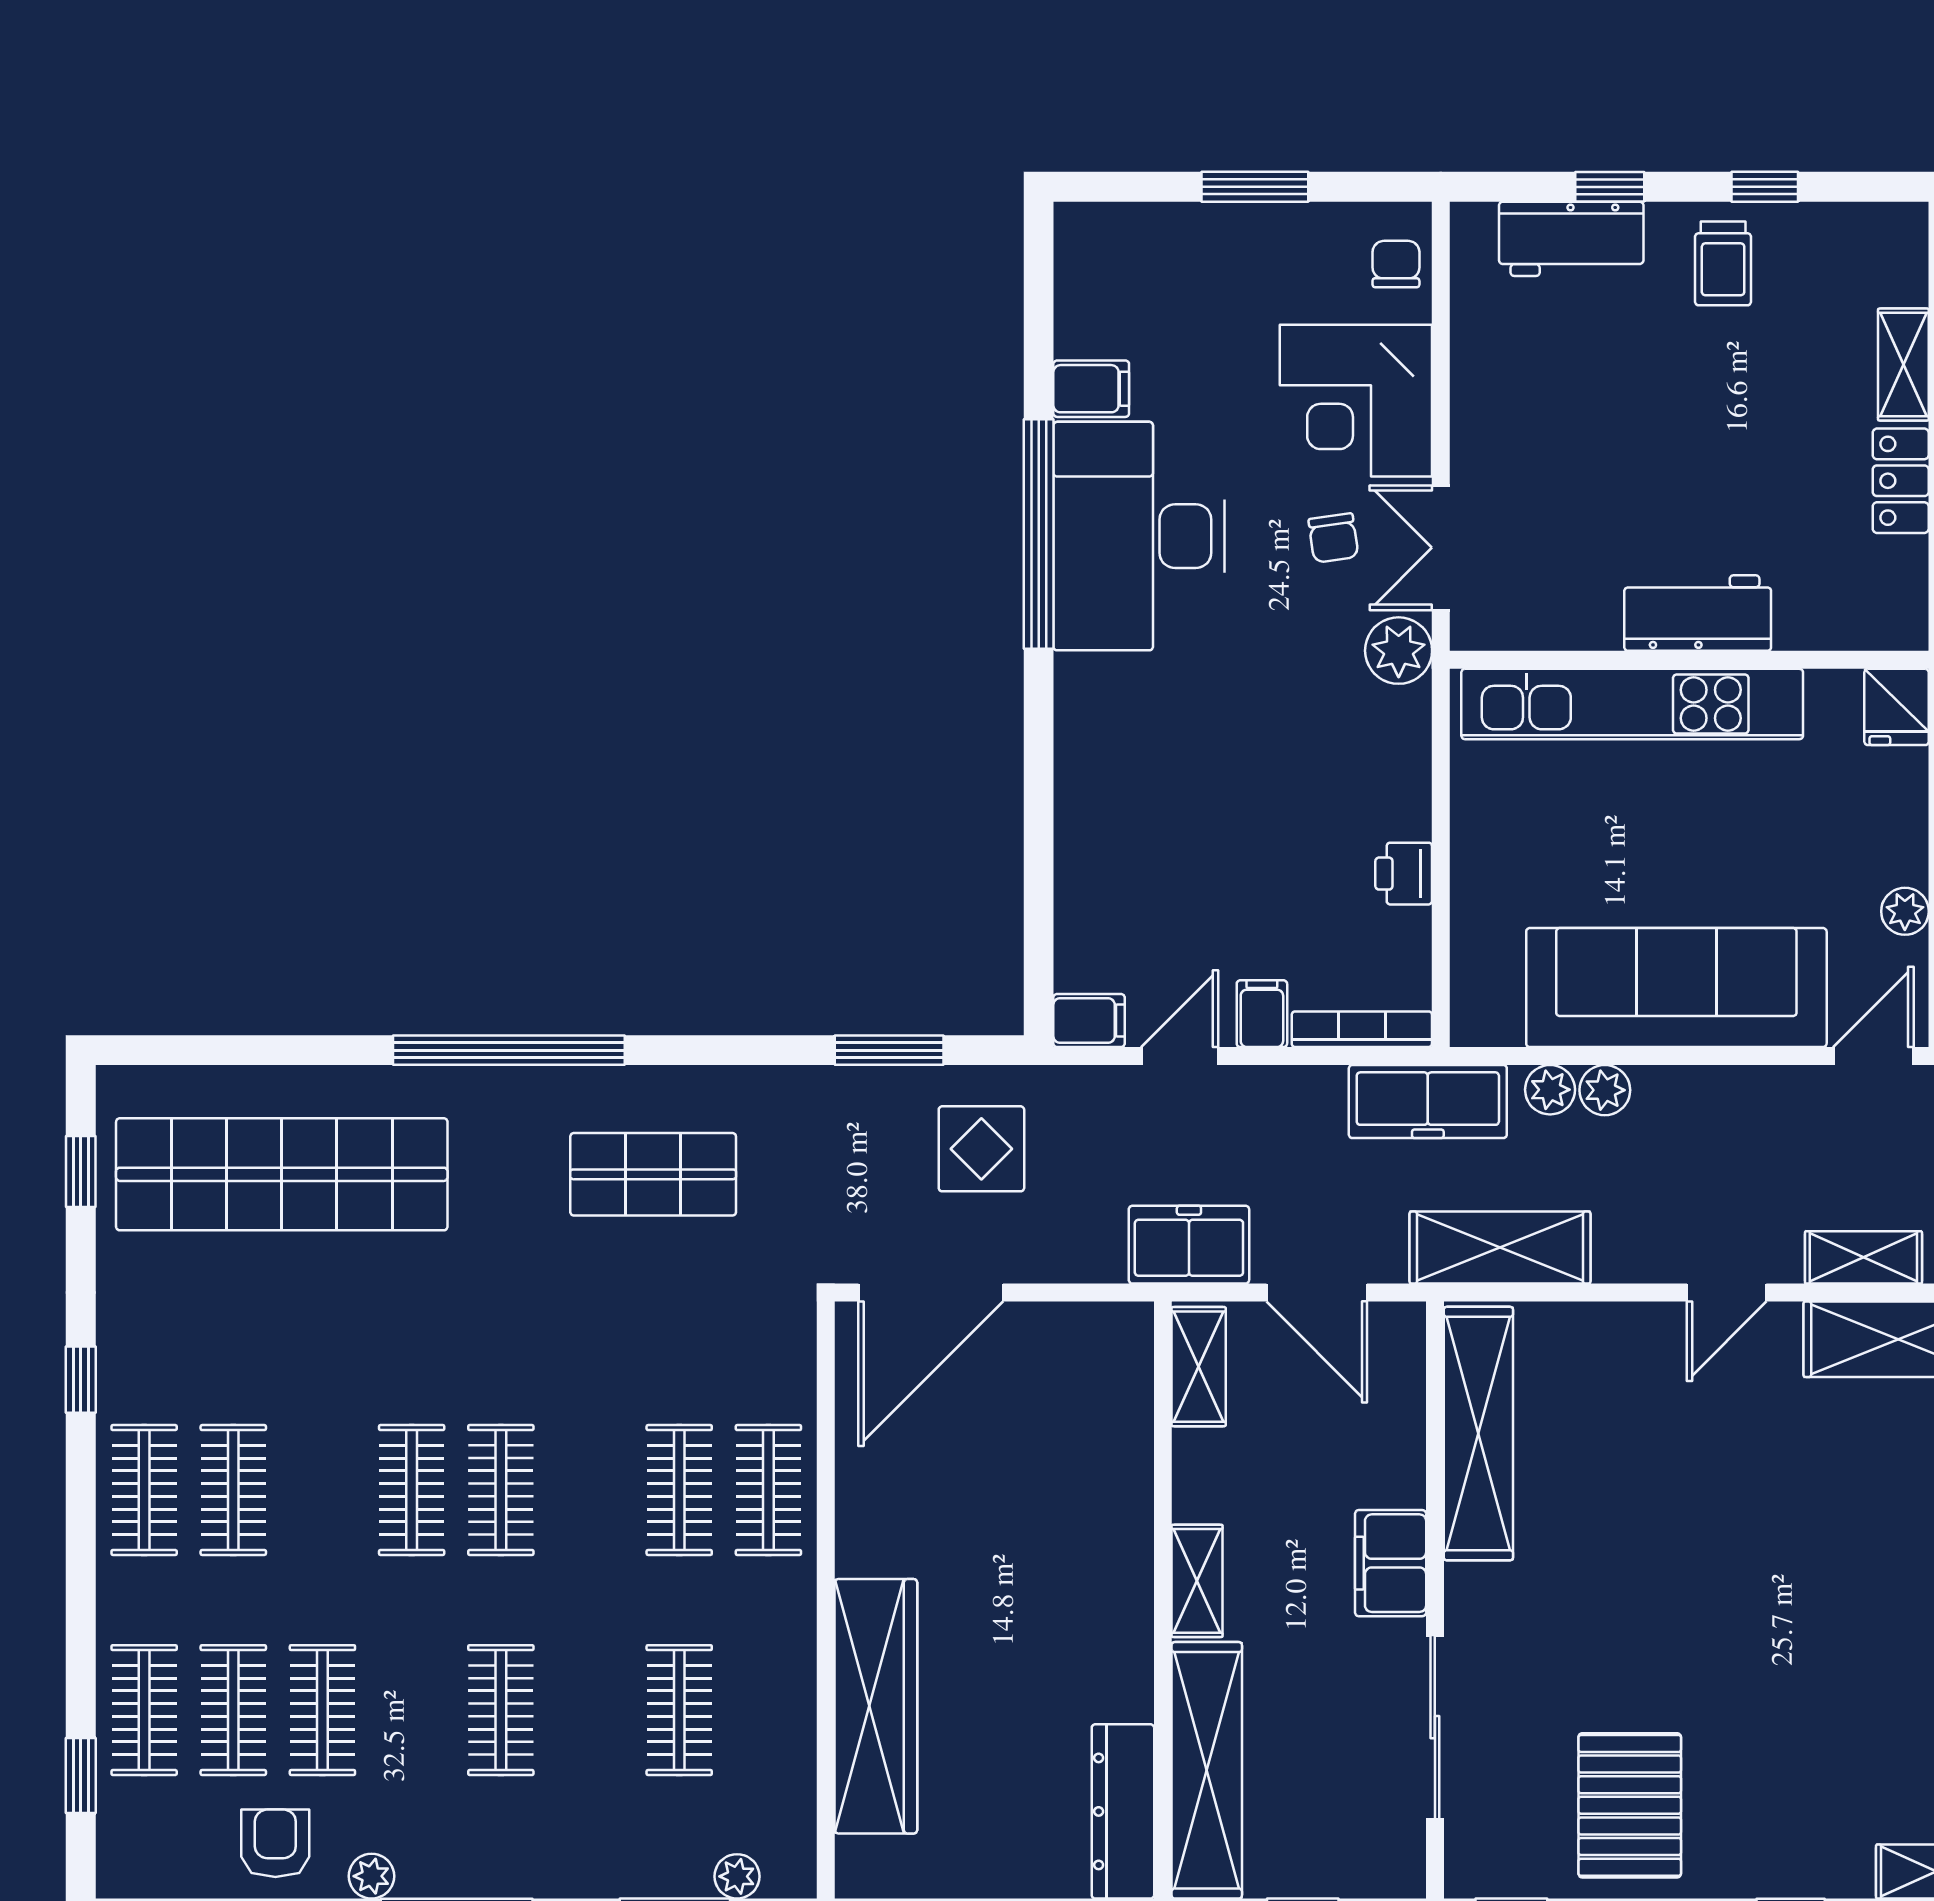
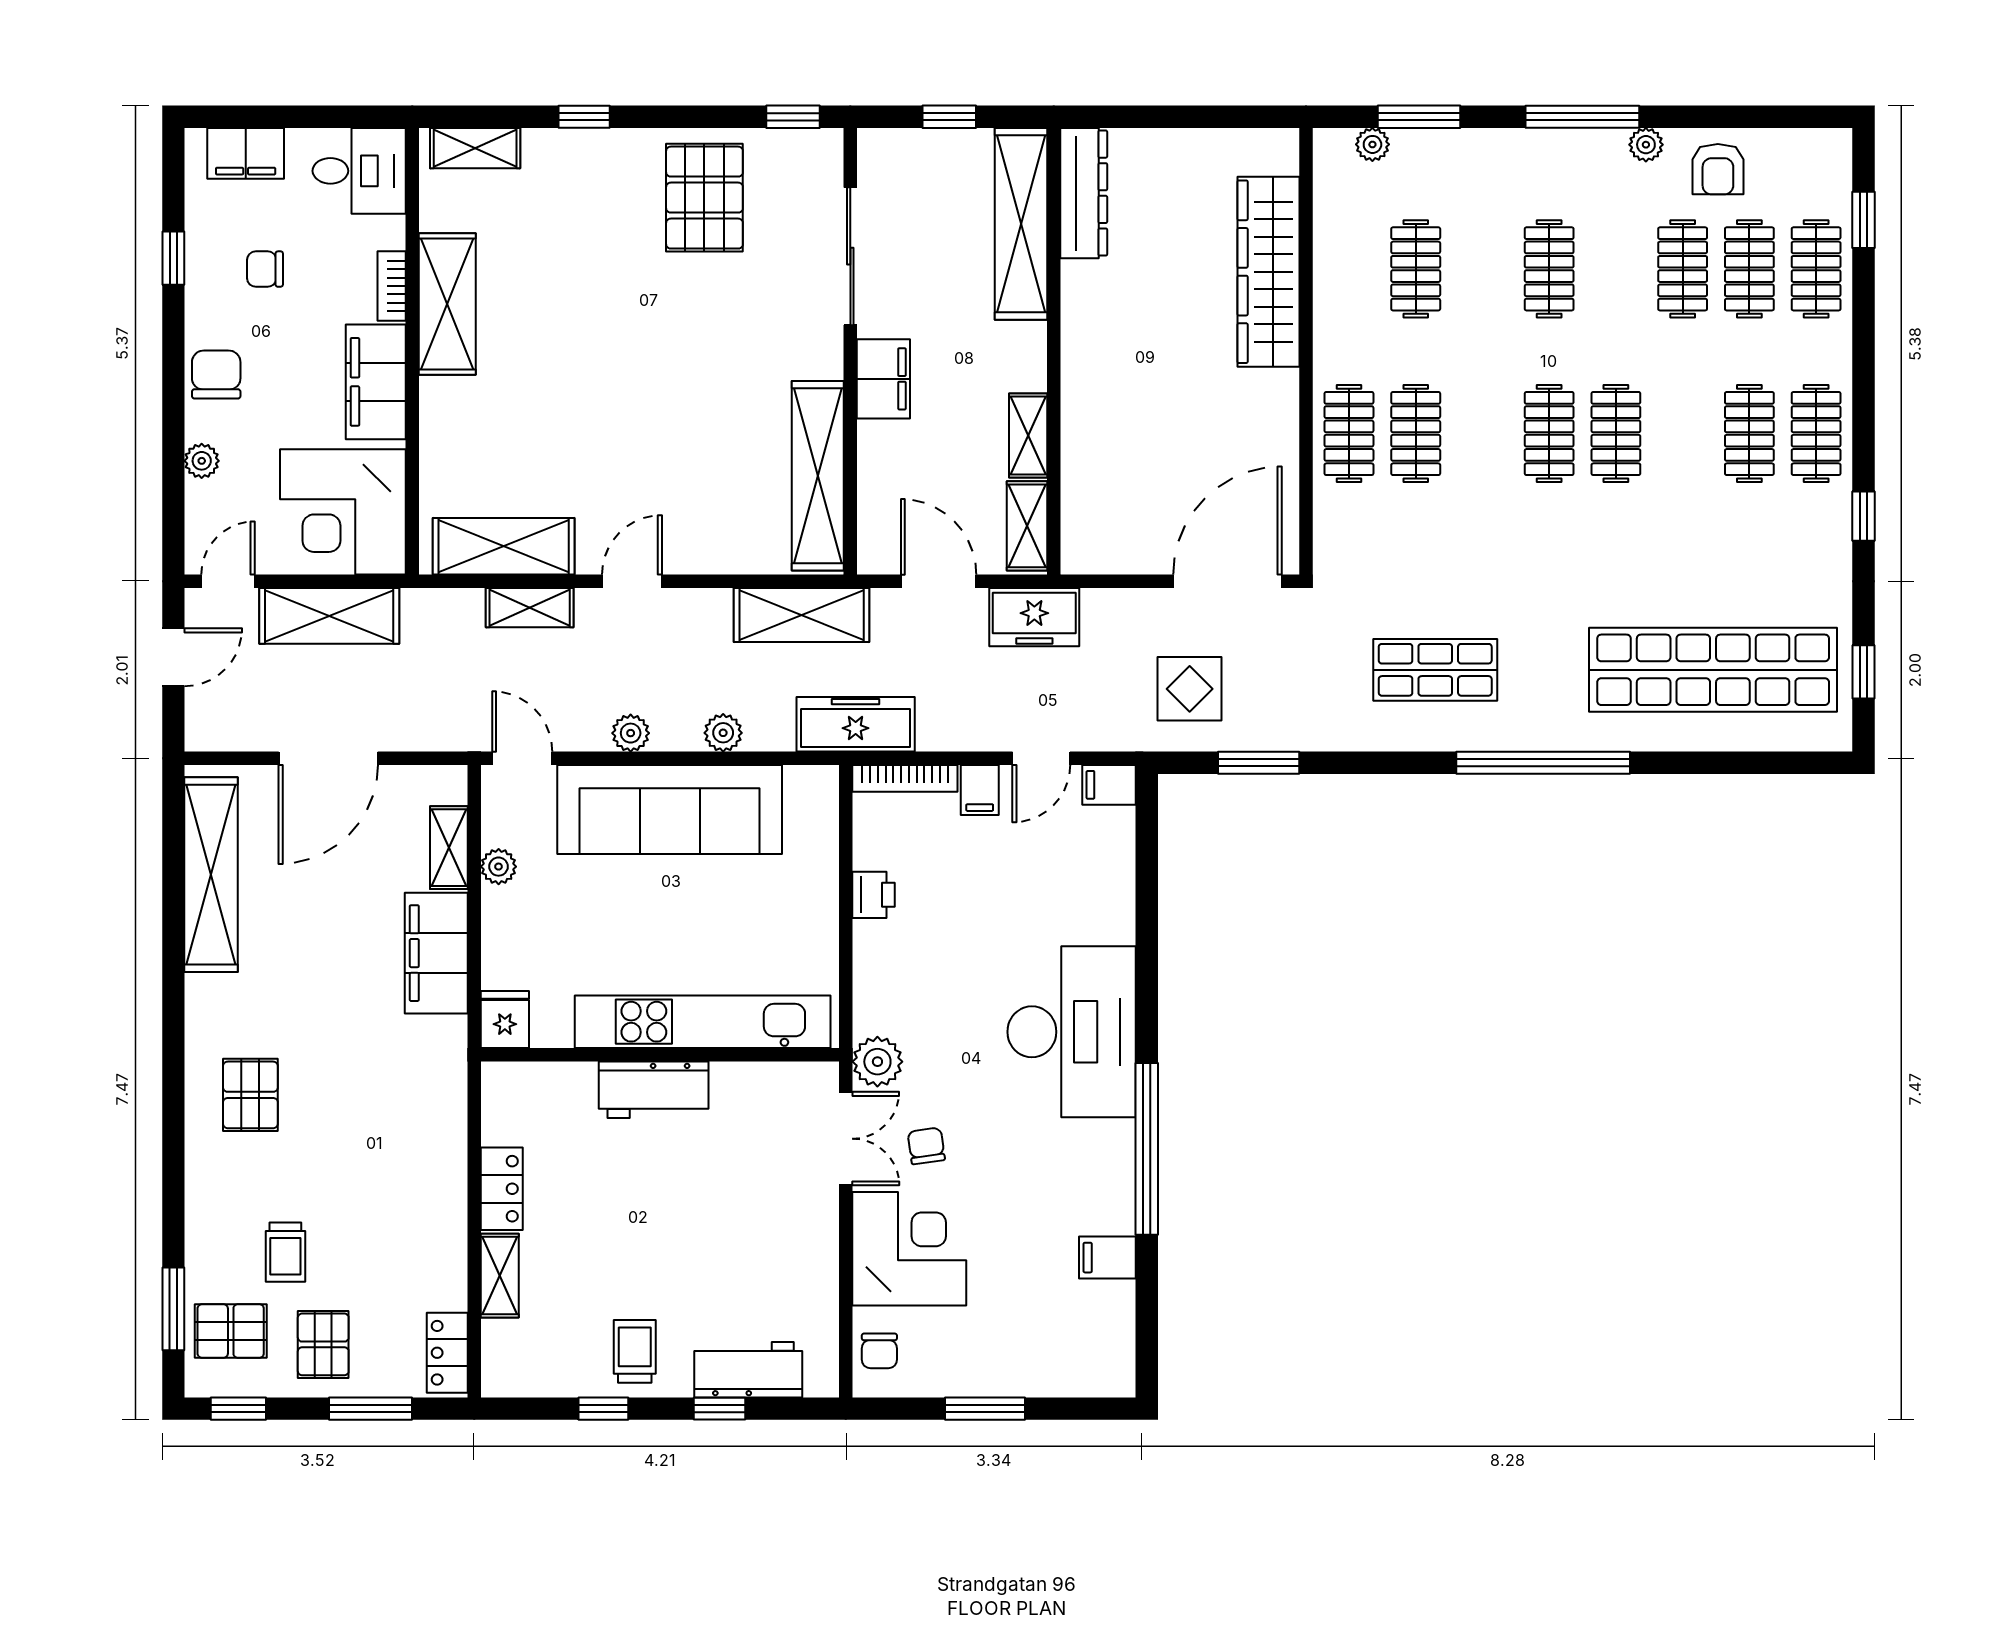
desk: (1139, 536) -> (1072, 1032), moved
door: (1873, 1056) -> (522, 758), swing flipped
plant: (1550, 1090) -> (631, 733), moved
shelving: (1197, 1581) -> (1028, 435), moved

